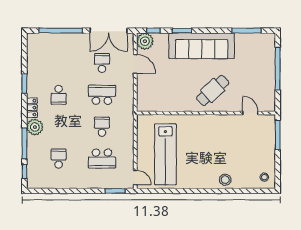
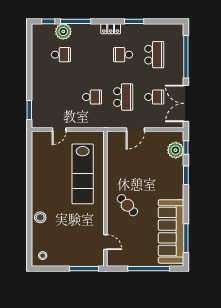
plant: (145, 41) -> (176, 150), moved
sofa: (202, 46) -> (171, 231), moved
door: (135, 64) -> (135, 129), moved
cafe table: (213, 90) -> (127, 205), width x0.73, depth x0.74
door: (250, 113) -> (105, 242), hinge flipped
plant: (35, 127) -> (63, 31), moved
lab bench: (165, 154) -> (83, 174), moved, turned -90
school desk: (102, 159) -> (154, 55), moved, turned 180
door: (135, 177) -> (59, 129), moved

